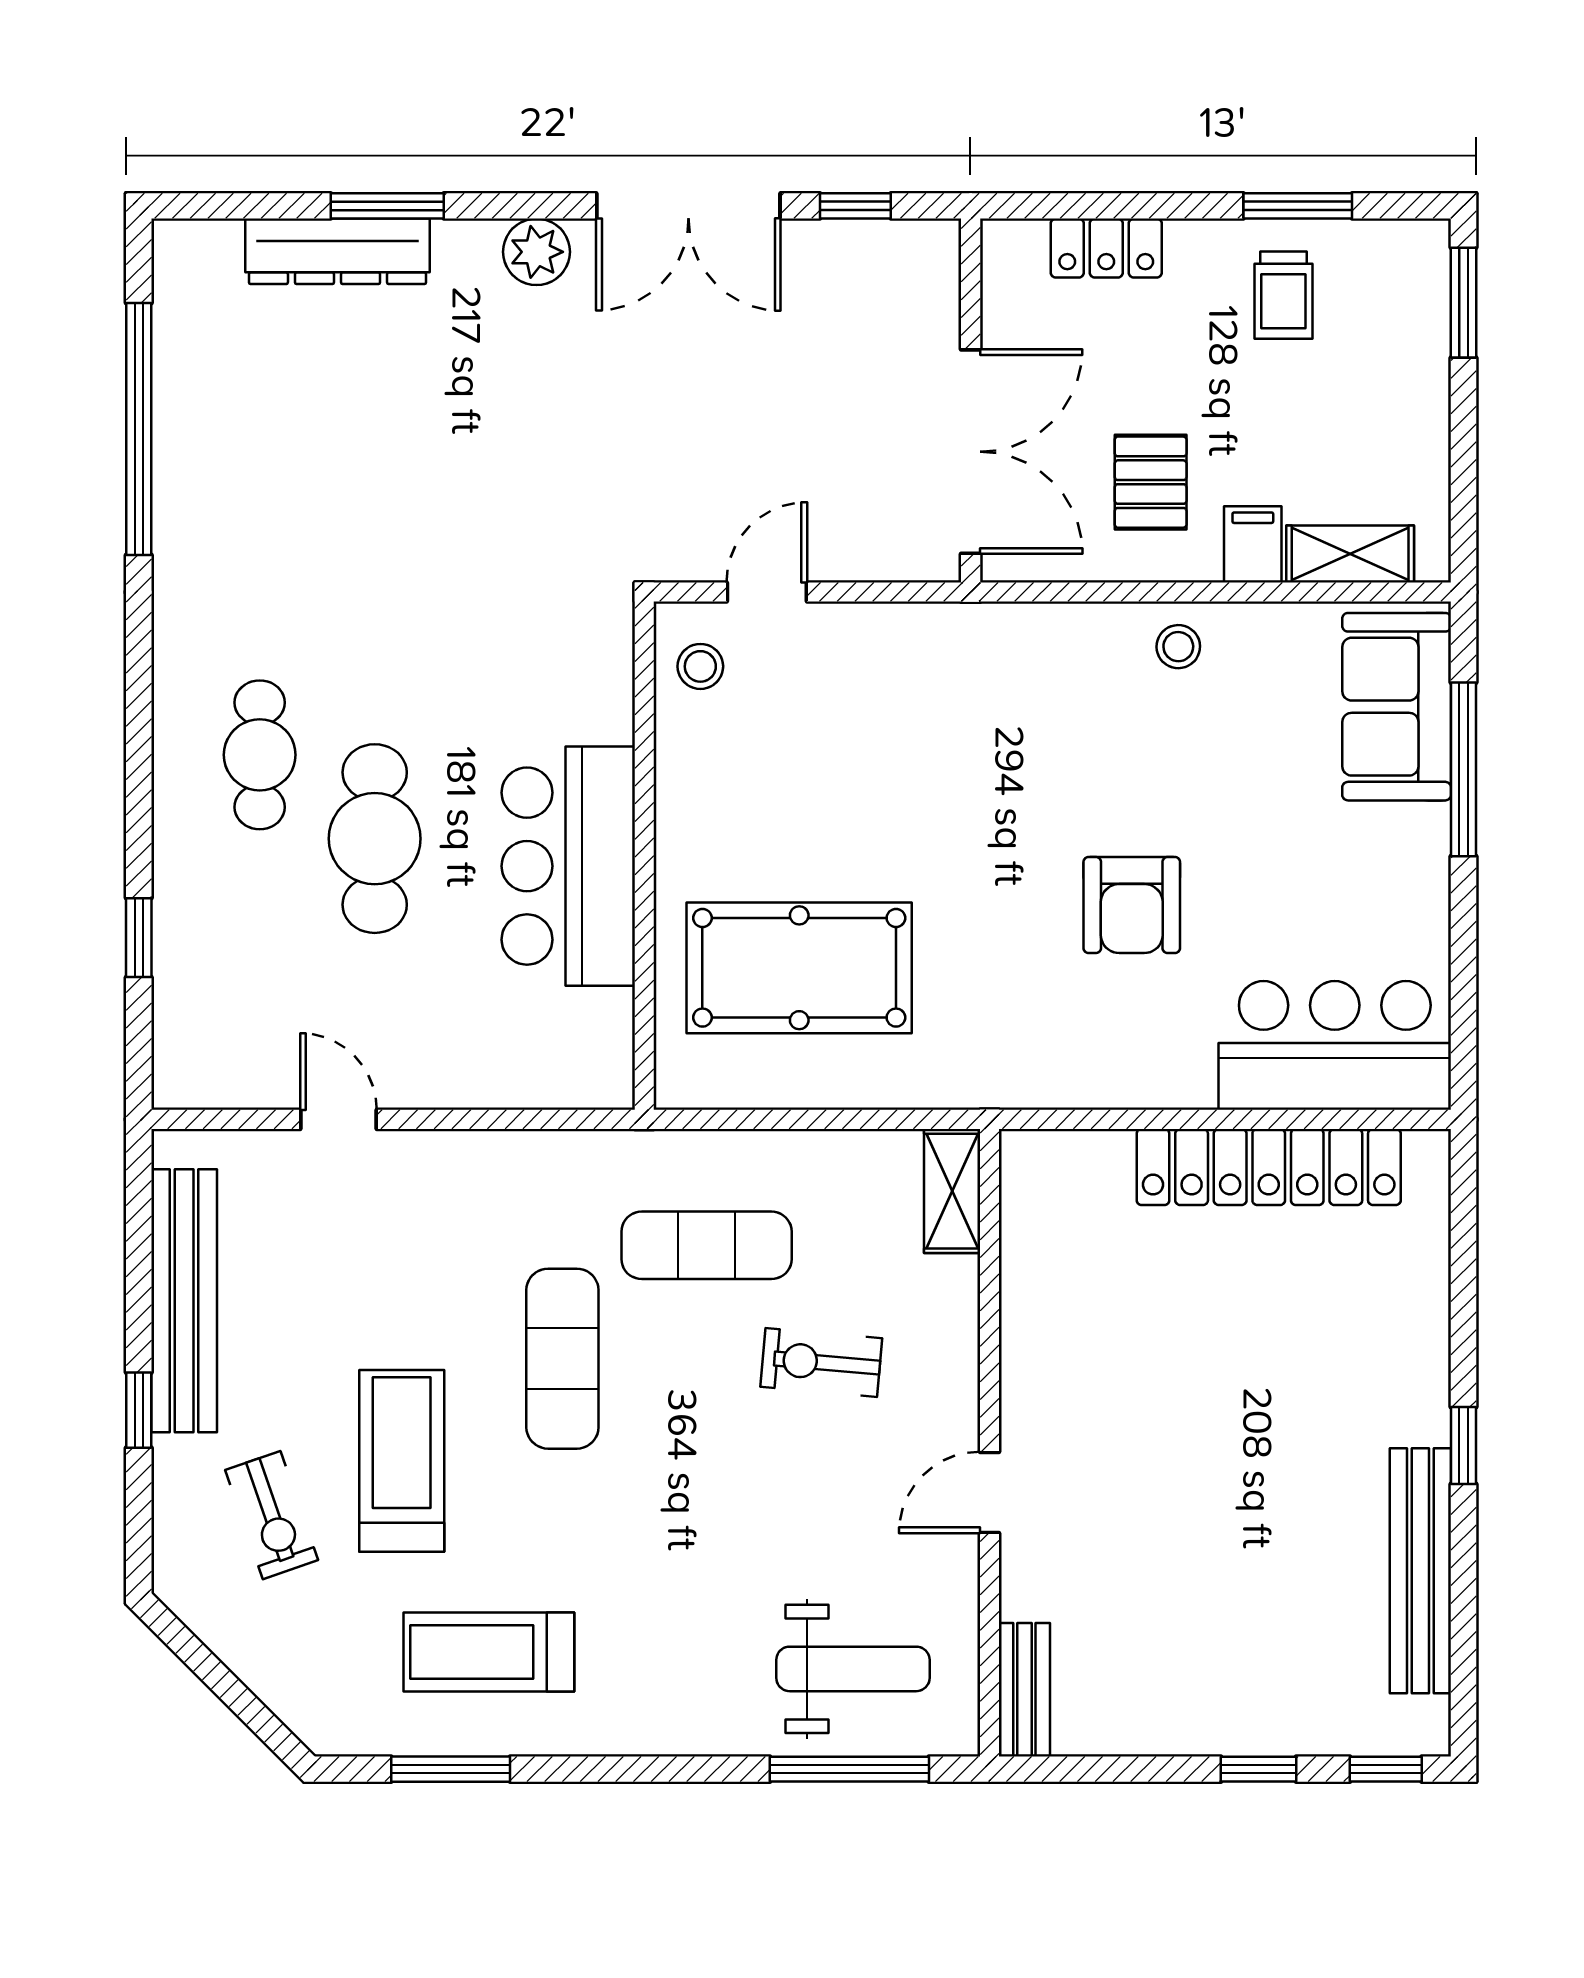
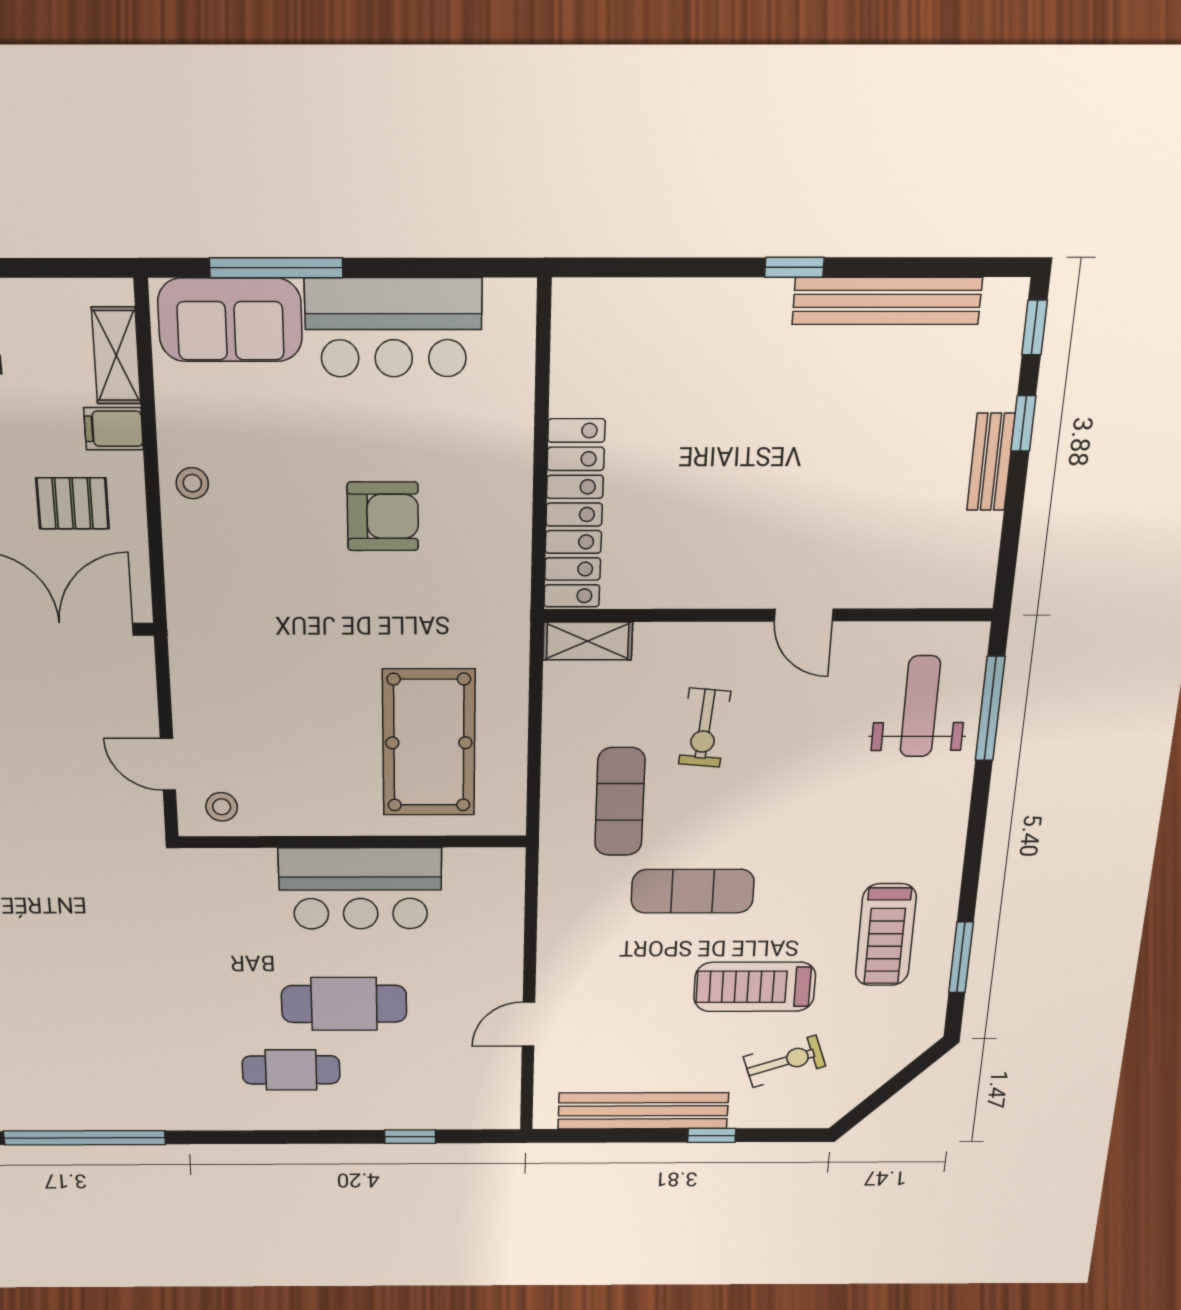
bar counter: (1335, 1045) -> (393, 328), moved, turned -90
locker: (1269, 1167) -> (574, 515), moved
bench: (1024, 1690) -> (991, 462), moved, turned 90

